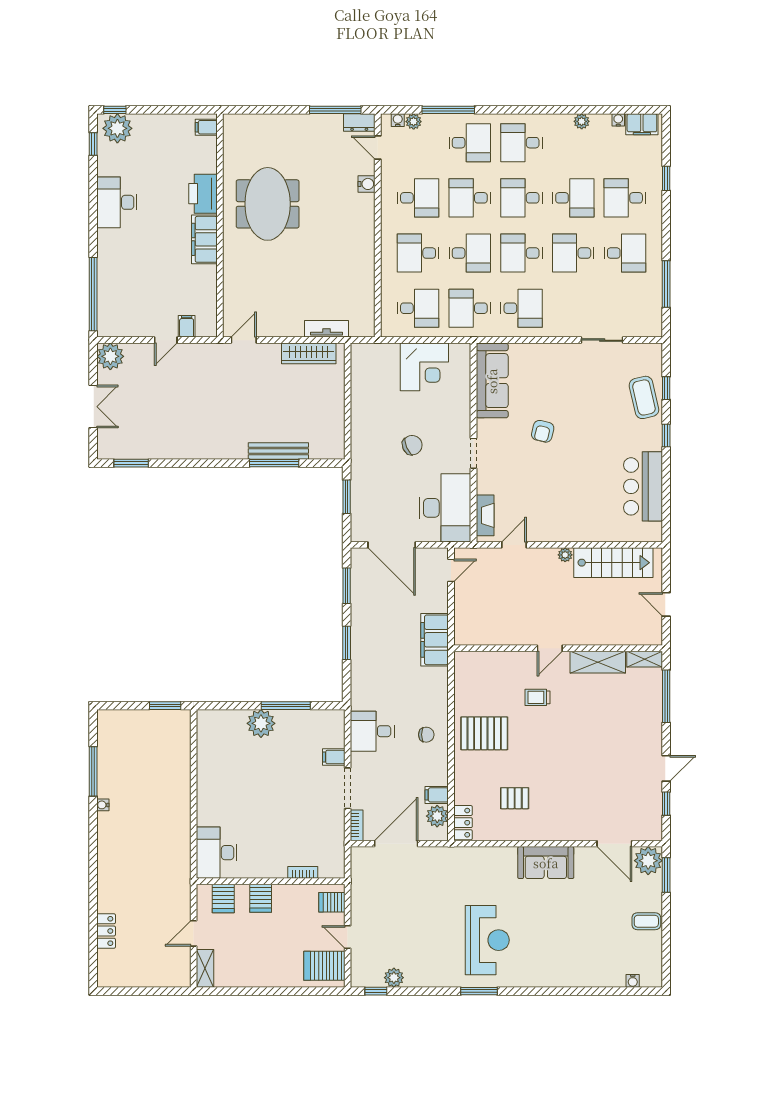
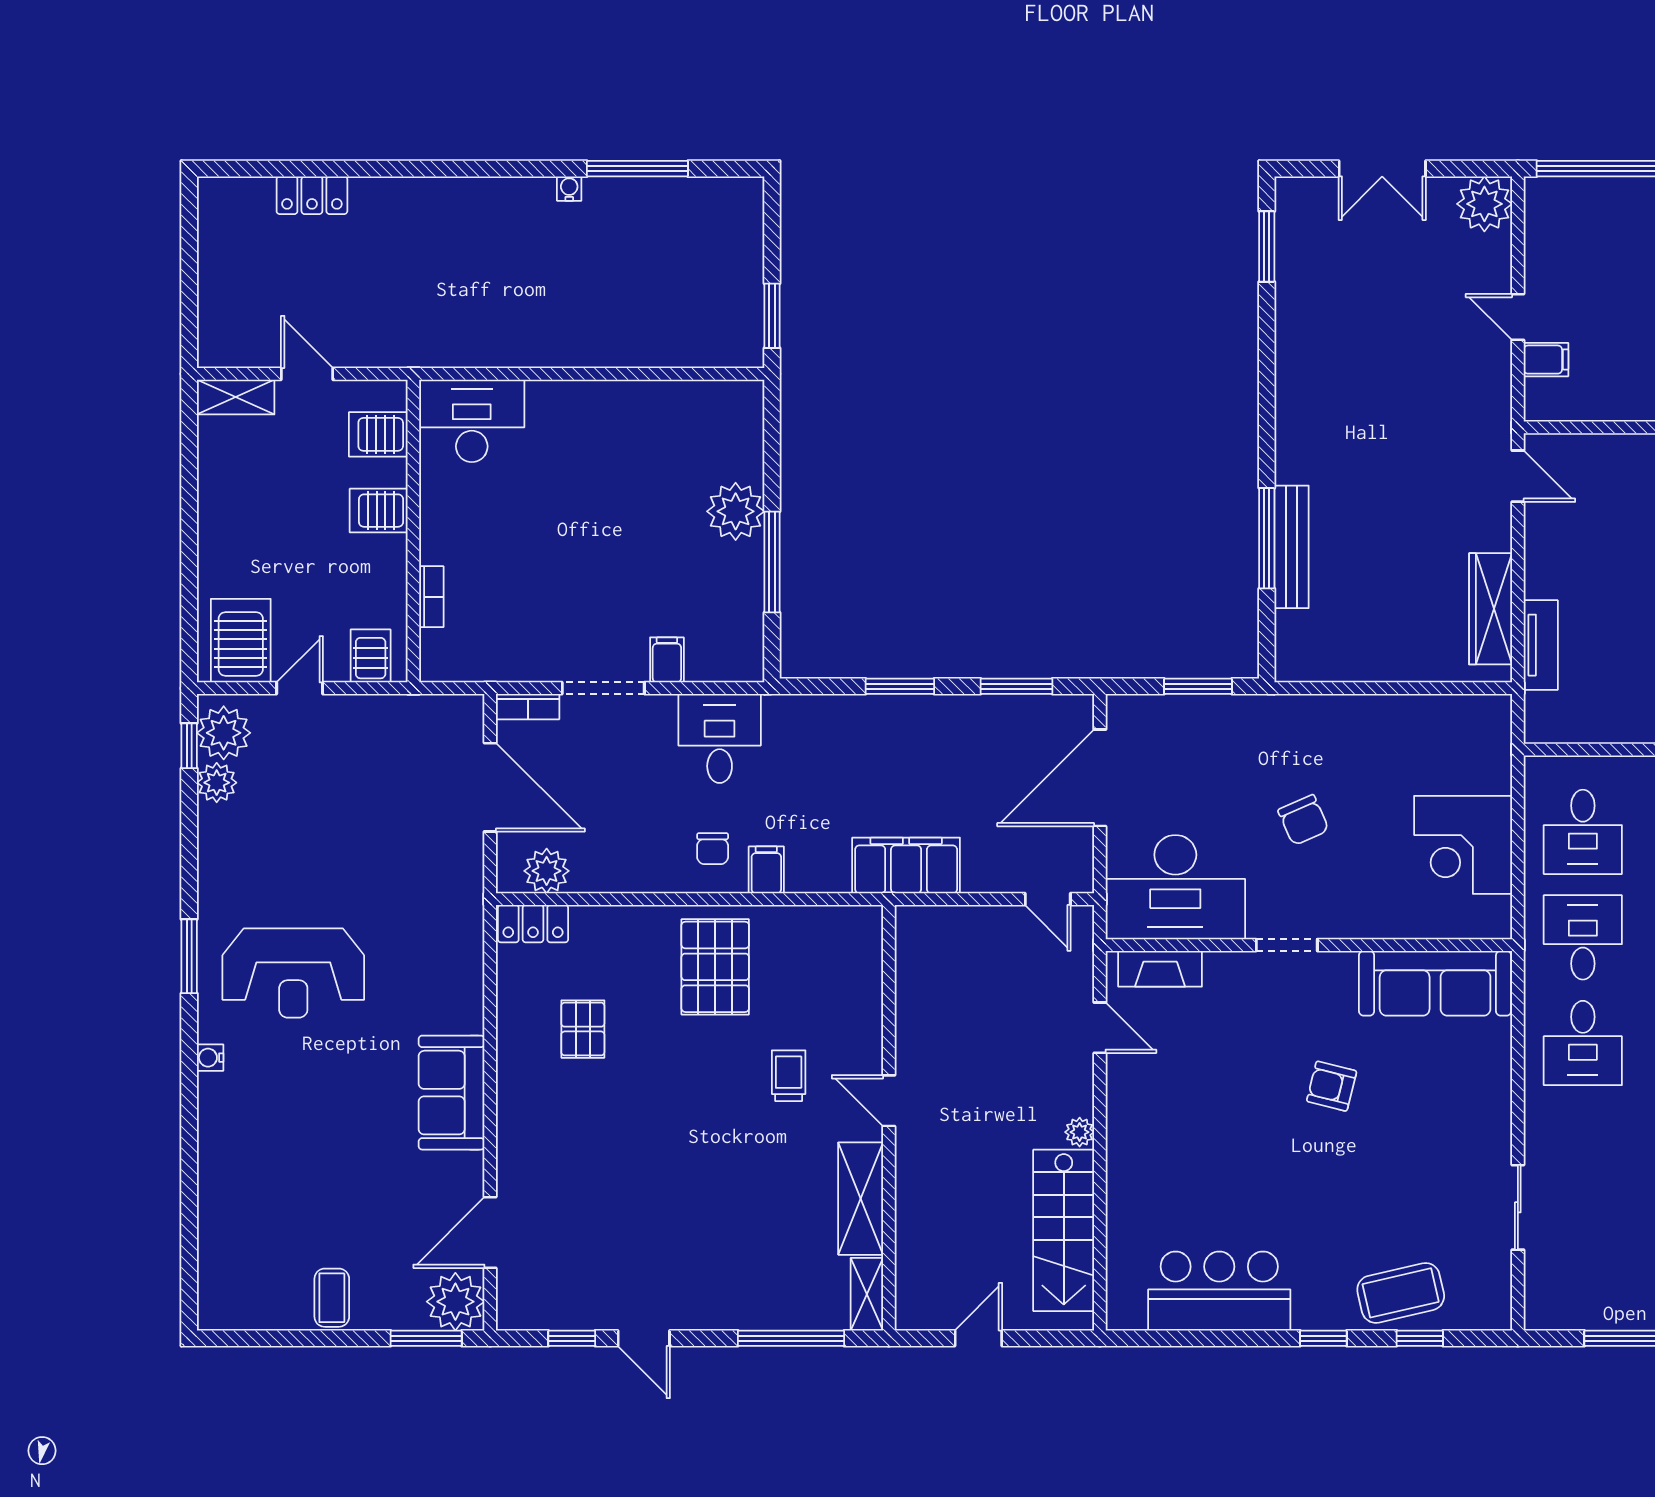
filing cabinet: (437, 795) -> (766, 870), moved
plant: (370, 974) -> (224, 733), added
water cooler: (633, 981) -> (210, 1058), moved

